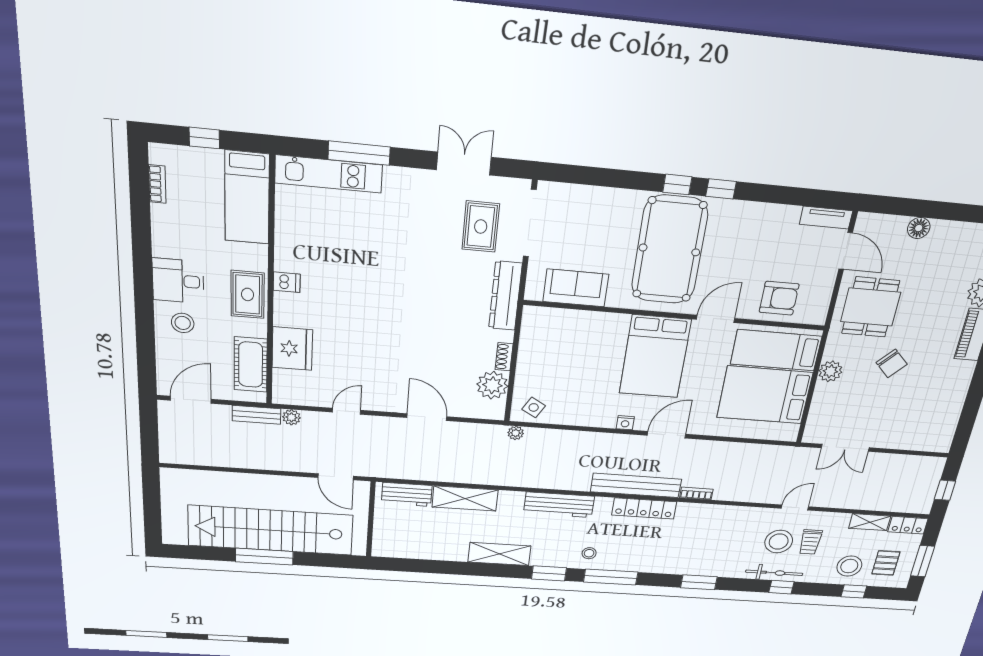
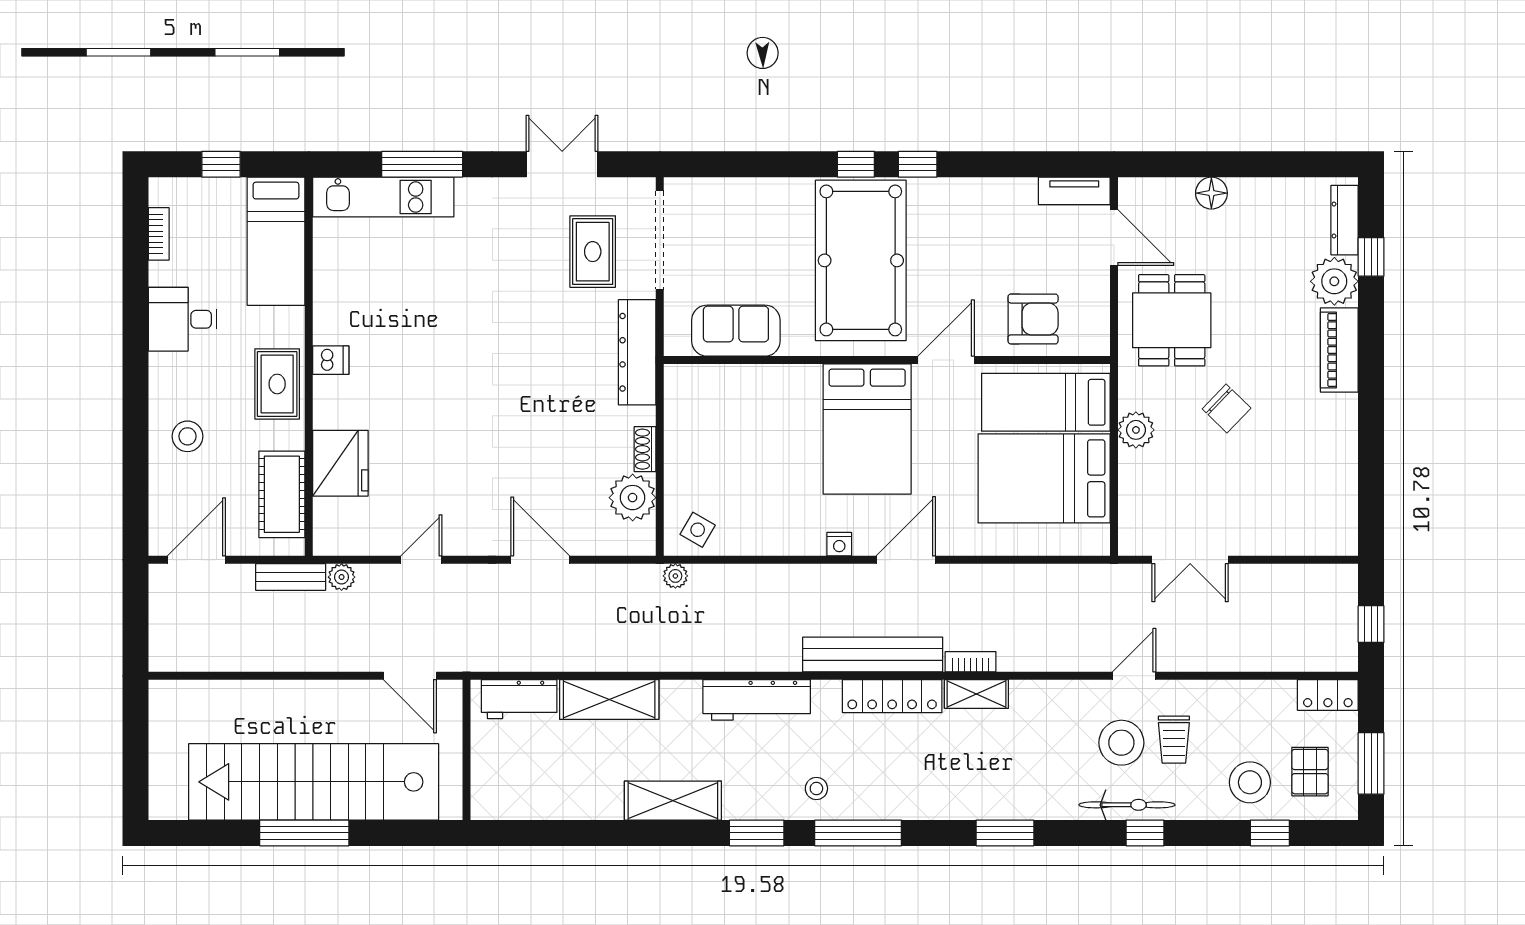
desk: (178, 281) -> (183, 319), moved
shelving: (870, 522) -> (976, 694), moved

